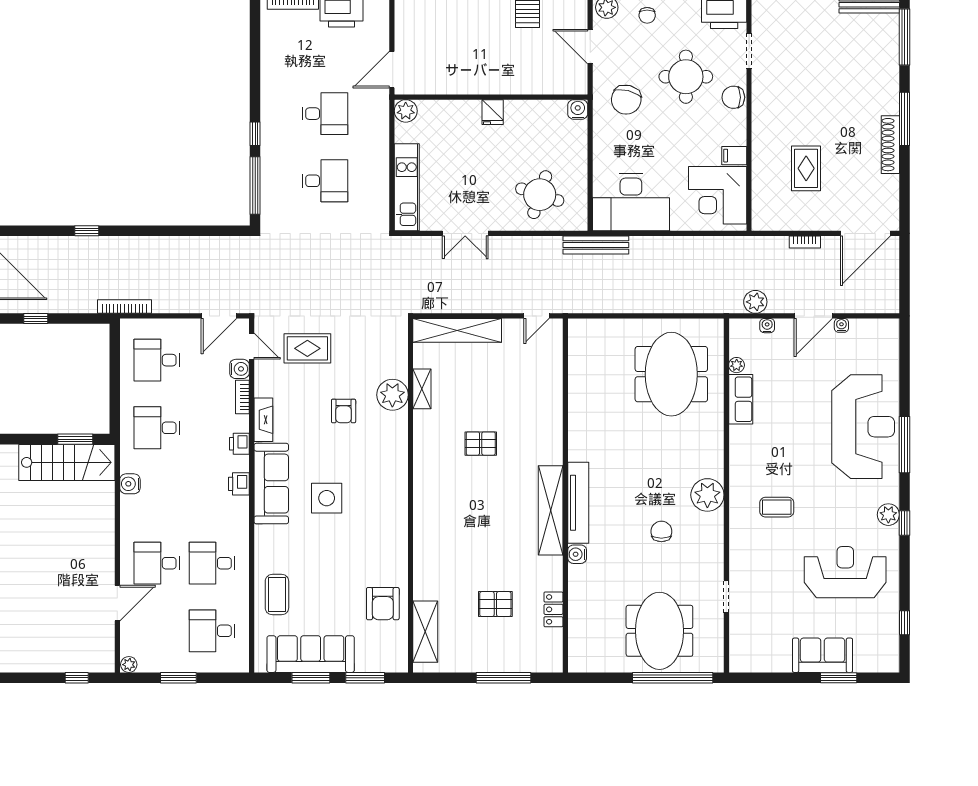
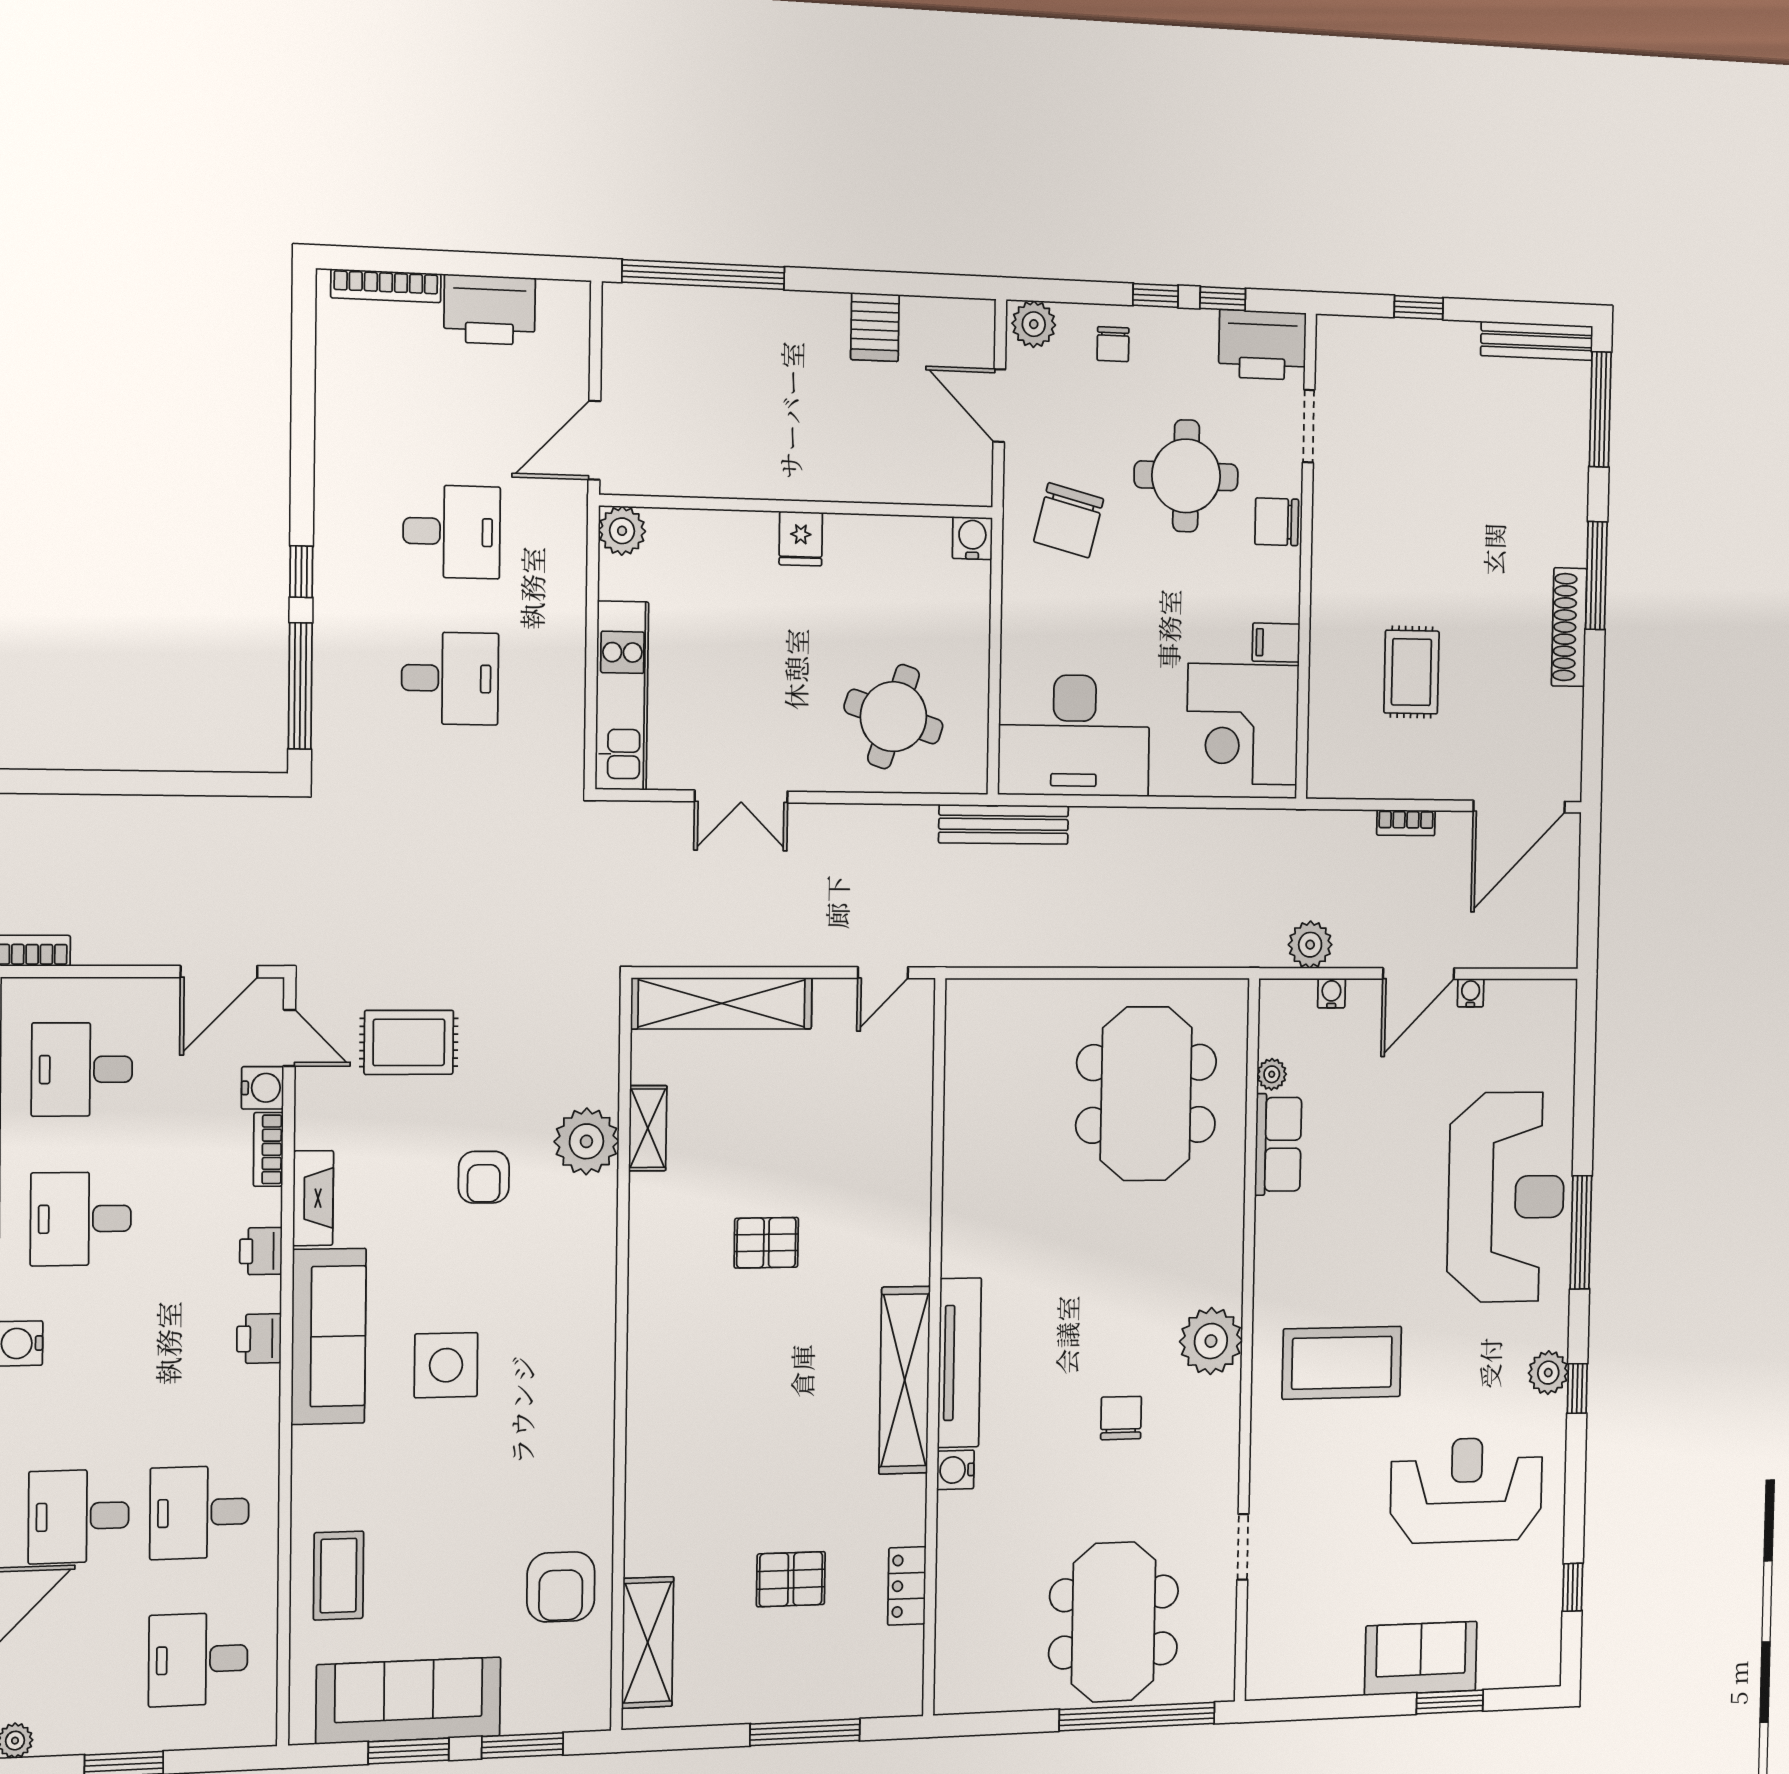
coffee table: (777, 507) -> (1342, 1363), width x1.86, depth x1.72

